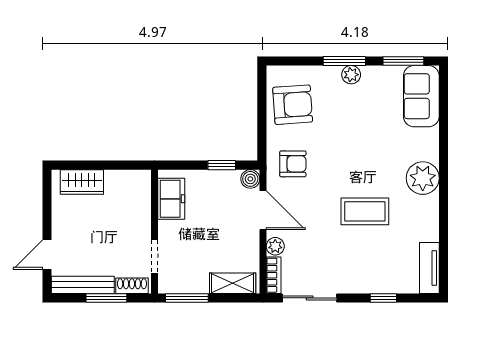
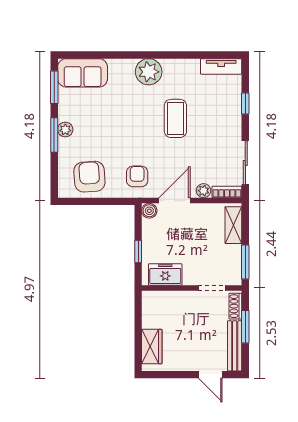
window: (222, 165) -> (138, 252), moved

